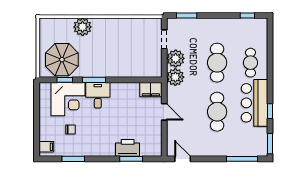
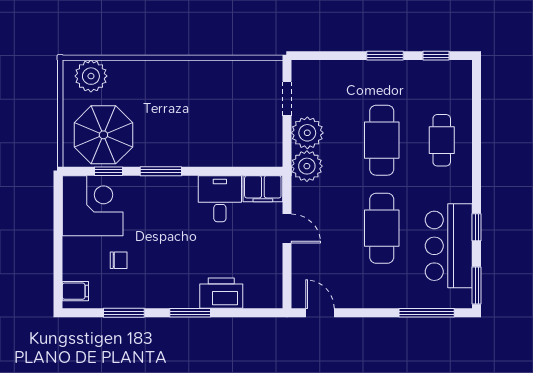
window: (187, 15) -> (385, 56), moved
plant: (83, 27) -> (91, 76), moved
desk: (98, 95) -> (220, 199), moved
corner desk: (68, 99) -> (93, 206), moved, turned -90
bar counter: (254, 103) -> (449, 246), moved
window: (131, 159) -> (190, 313), moved

